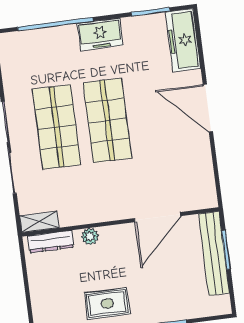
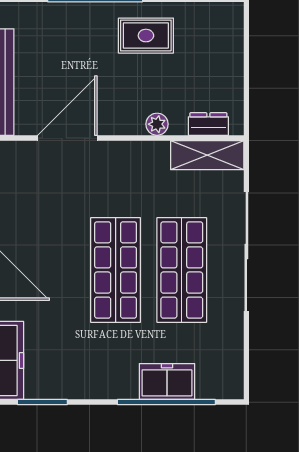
freezer: (100, 34) -> (167, 381), moved
shelving: (39, 222) -> (207, 155), width x1.50, depth x1.33
dresser: (50, 242) -> (208, 124), width x0.70

